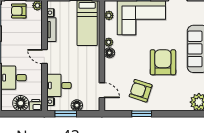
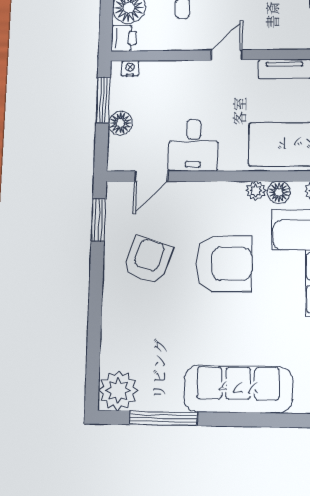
floor lamp: (109, 53) -> (279, 192), moved
armchair: (163, 62) -> (224, 264), moved
desk: (59, 85) -> (193, 145), moved, turned 180
window: (142, 114) -> (99, 220), moved

